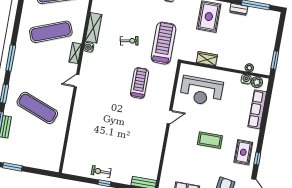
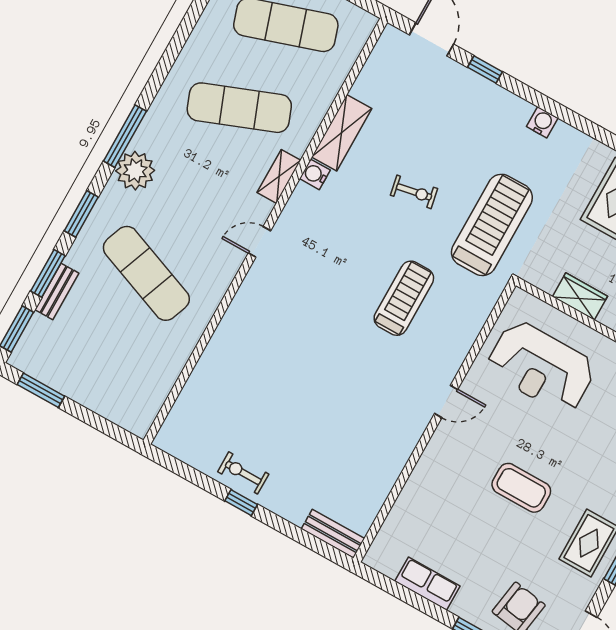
plant: (19, 70) -> (135, 171), added

